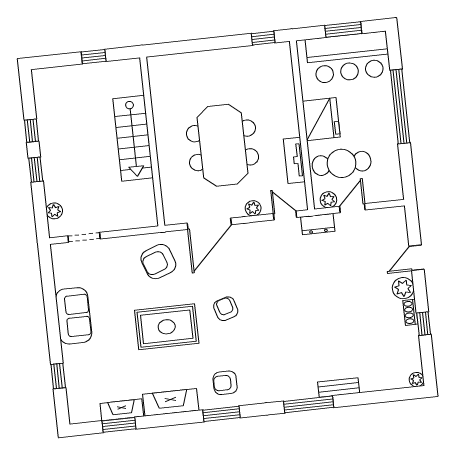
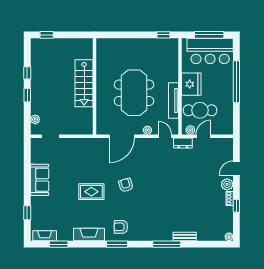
window: (343, 29) -> (209, 35), width x1.44
window: (94, 57) -> (47, 35), moved
tv unit: (294, 160) -> (174, 100), width x1.41
armchair: (158, 262) -> (91, 154), removed
rug: (167, 327) -> (91, 192), width x0.73, depth x0.70
fireplace: (122, 410) -> (45, 236), moved

